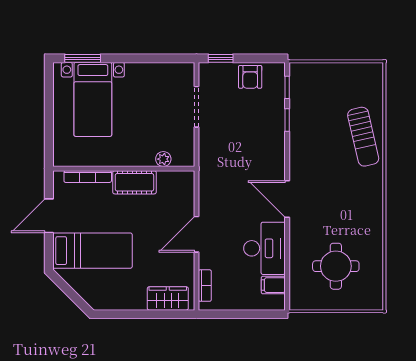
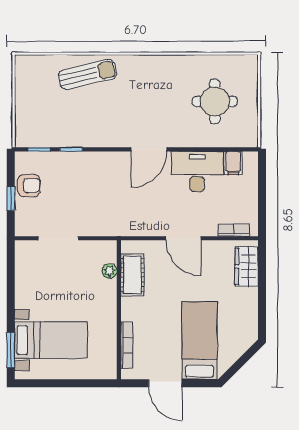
window: (221, 58) -> (11, 198), moved
cot: (134, 182) -> (132, 275), moved

